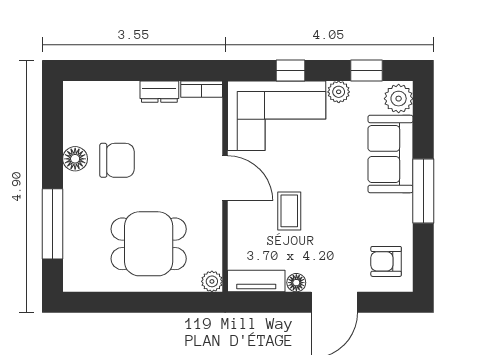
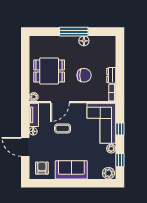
sofa: (391, 154) -> (71, 170), moved
chair: (117, 160) -> (84, 75), moved, turned -90
door: (225, 178) -> (60, 102), moved
window: (423, 191) -> (71, 183), removed
window: (52, 224) -> (74, 32), moved
dining table: (149, 244) -> (49, 71), turned 90

